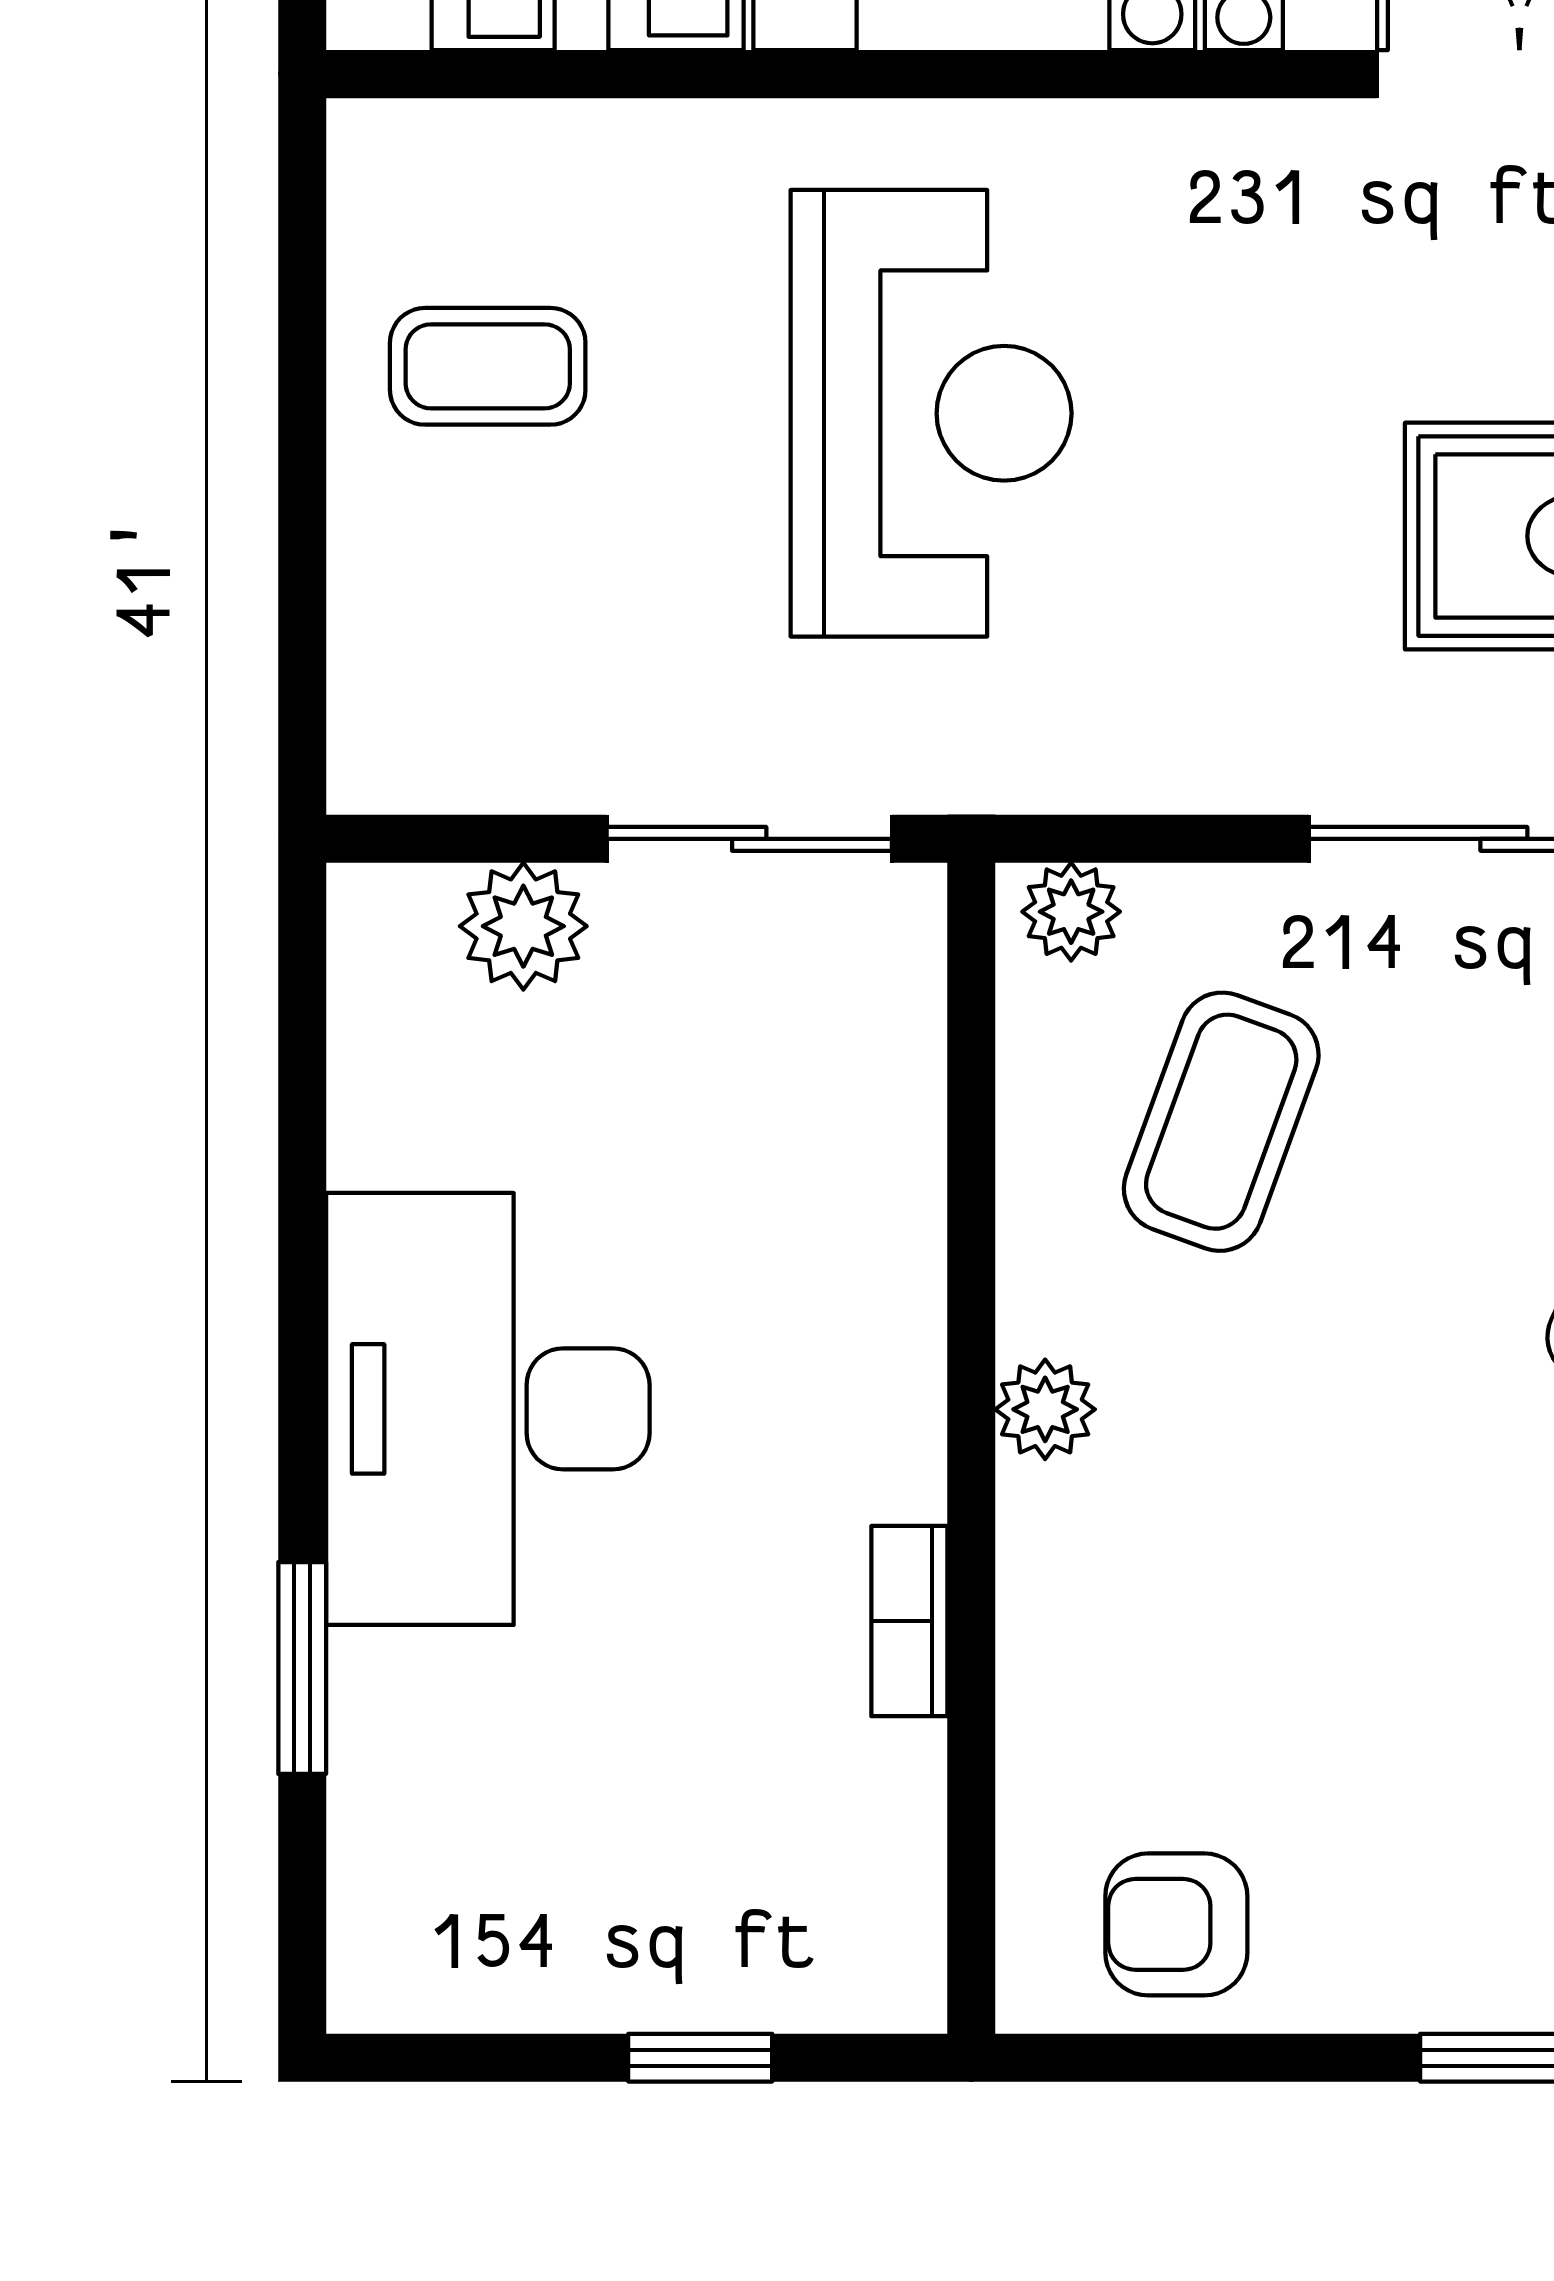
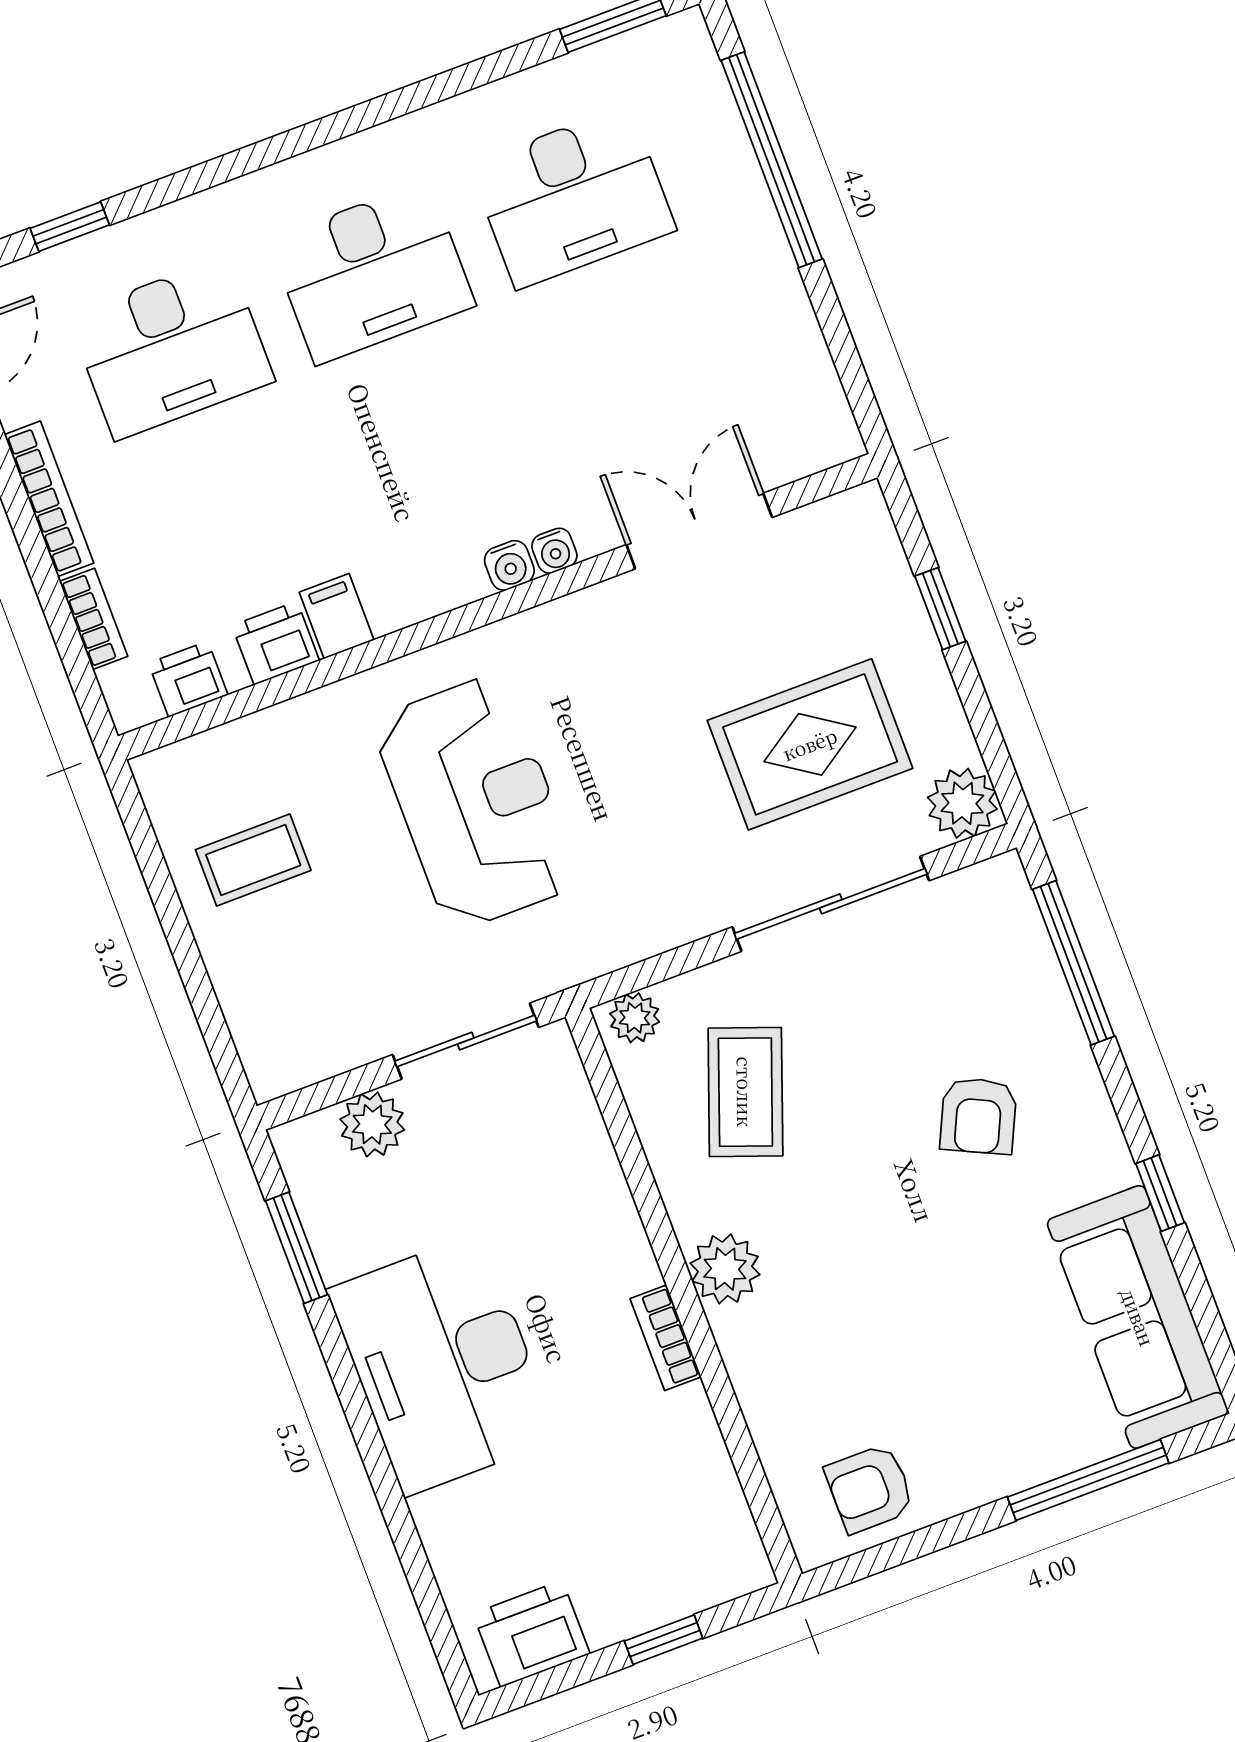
plant: (1045, 1409) -> (725, 1269), width x1.38, depth x1.38
bookcase: (909, 1621) -> (666, 1338), moved
window: (302, 1668) -> (297, 1248), moved
printer: (465, 1957) -> (531, 1634), added

